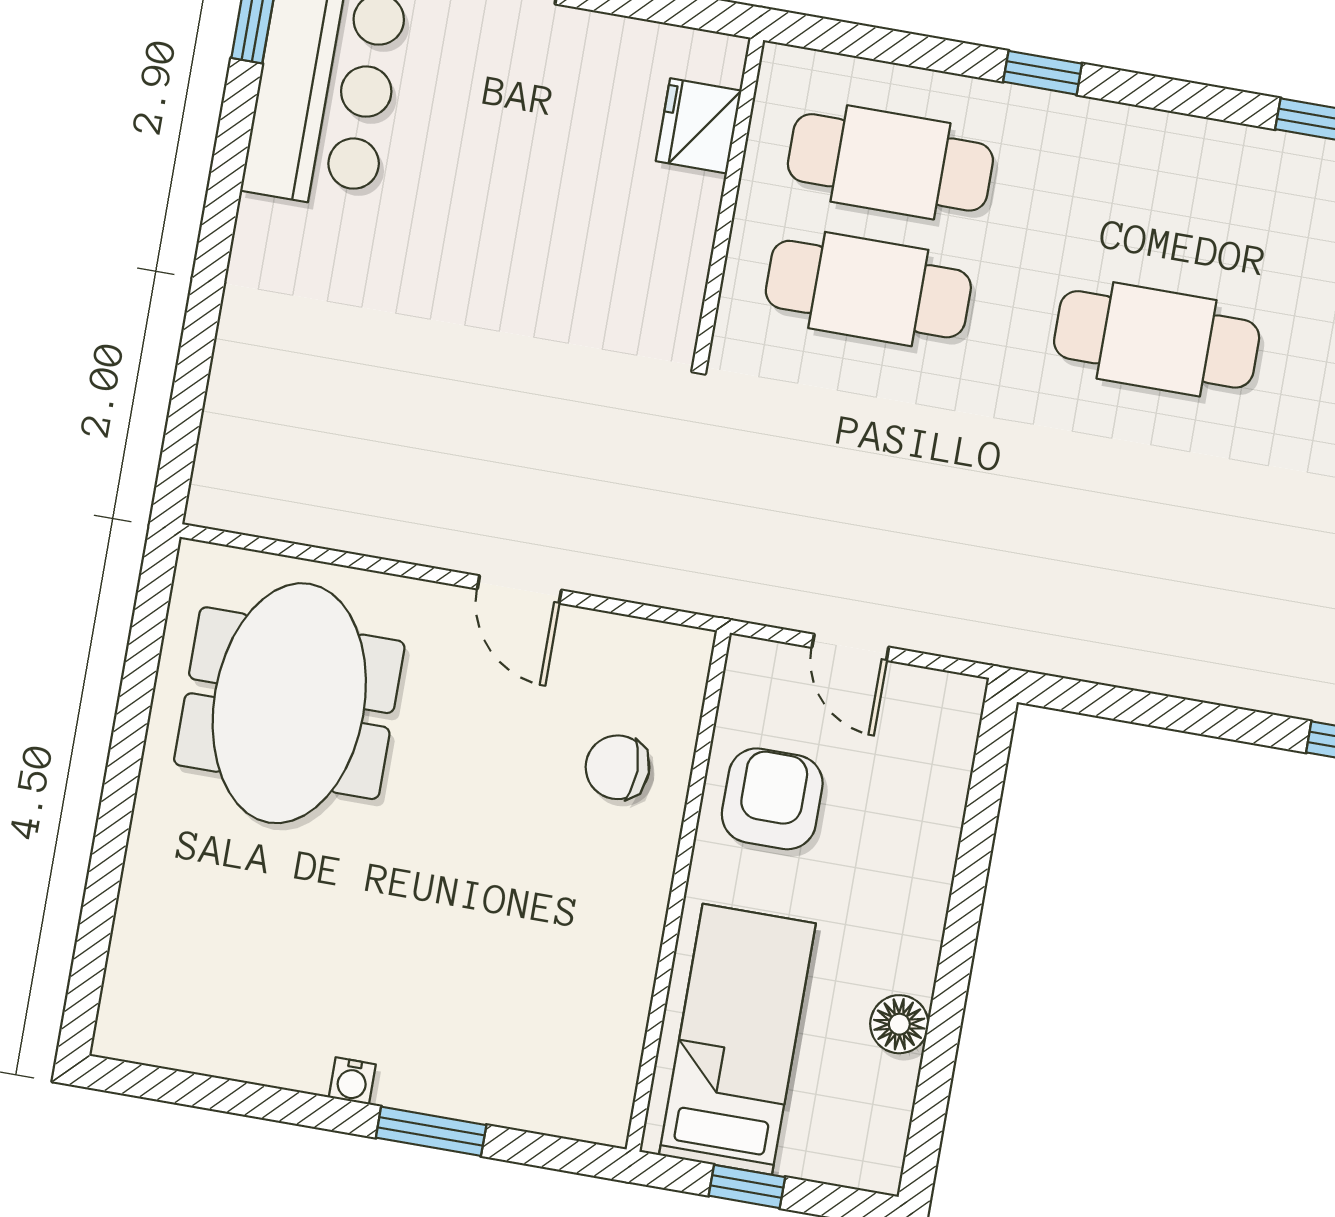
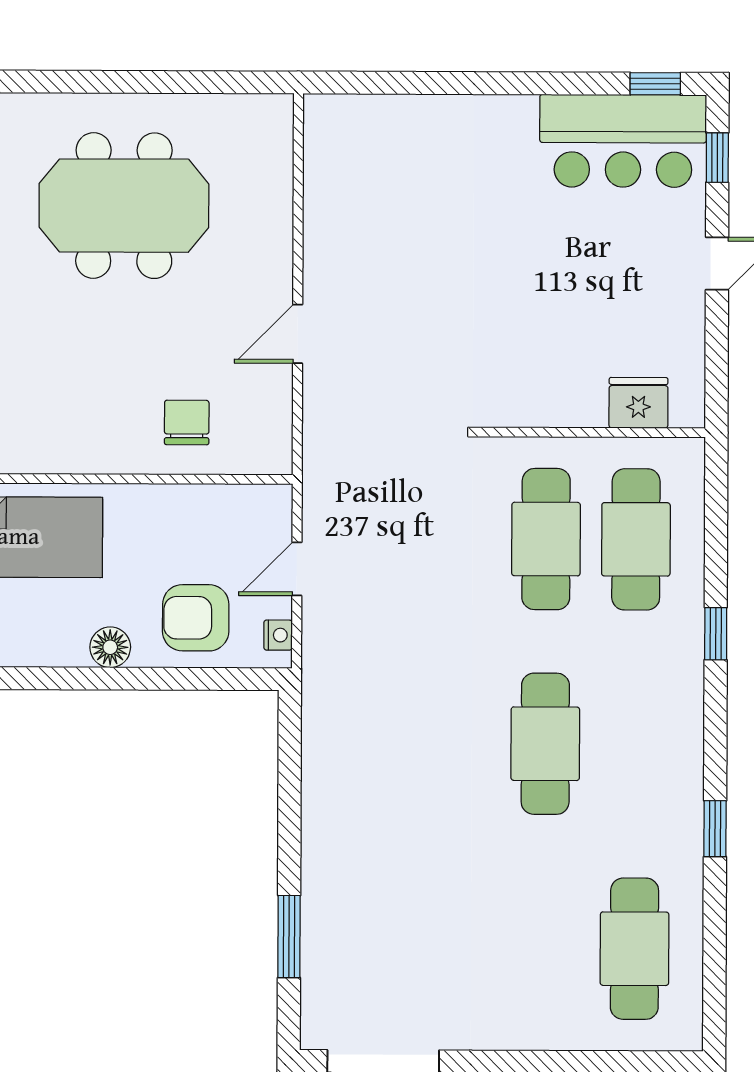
nightstand: (939, 690) -> (278, 635), added
meeting table: (289, 703) -> (124, 206), moved
armchair: (772, 799) -> (196, 618), moved, turned 180
floor lamp: (899, 1024) -> (110, 647), moved

